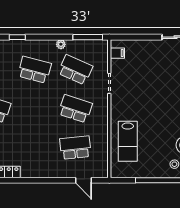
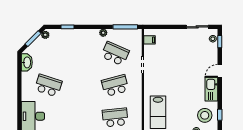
school desk: (35, 70) -> (82, 54), removed
school desk: (75, 109) -> (115, 85), turned -33

